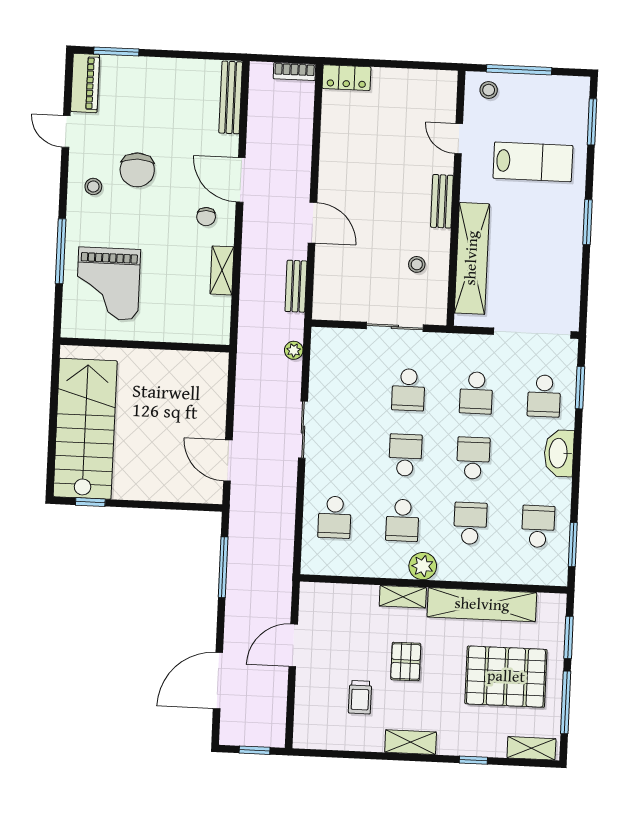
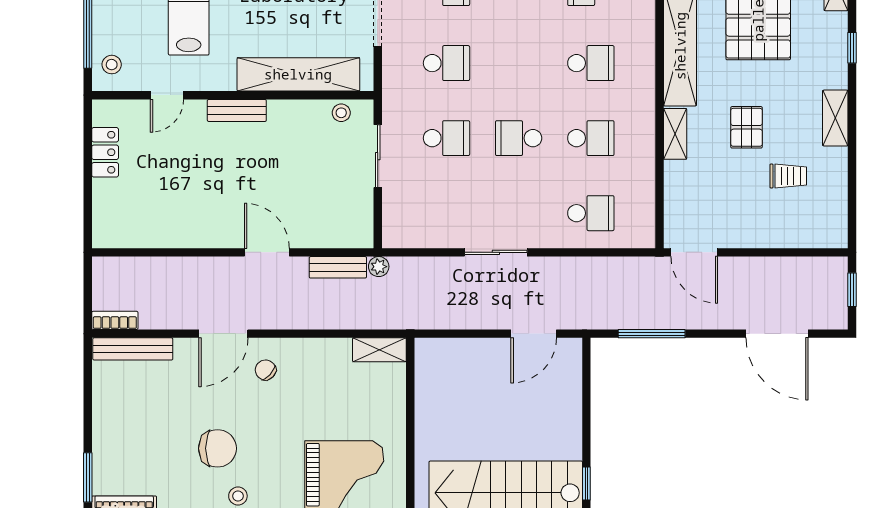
bookcase: (294, 72) -> (115, 320), moved, turned -90
locker: (346, 78) -> (105, 152), moved
chair: (206, 217) -> (266, 370), turned -137
door: (312, 223) -> (267, 252), hinge flipped
stool: (417, 264) -> (341, 113), moved
shelving: (222, 270) -> (379, 350), moved
plant: (294, 350) -> (379, 267), moved
school desk: (473, 458) -> (519, 63), removed
school desk: (470, 523) -> (591, 63), turned 180
plant: (423, 566) -> (640, 113), removed
door: (293, 645) -> (694, 252), moved
pallet: (406, 661) -> (747, 127), turned 90

